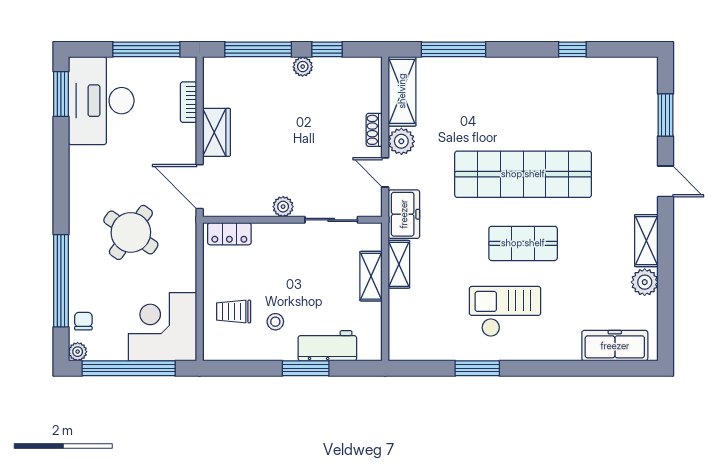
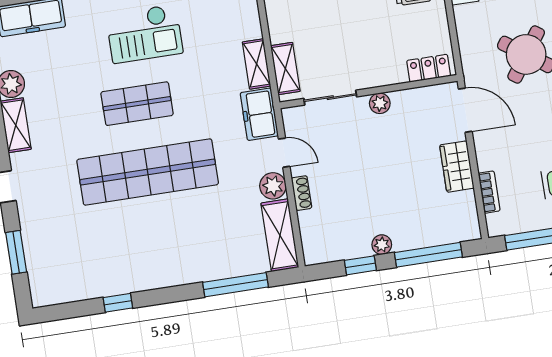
shelving: (371, 276) -> (285, 69), moved

